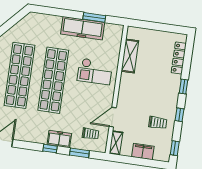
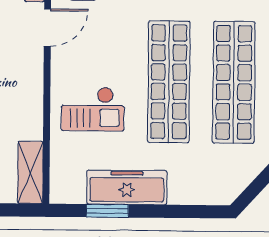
shelving: (130, 56) -> (30, 172), moved
checkout: (95, 71) -> (93, 109), turned 180

